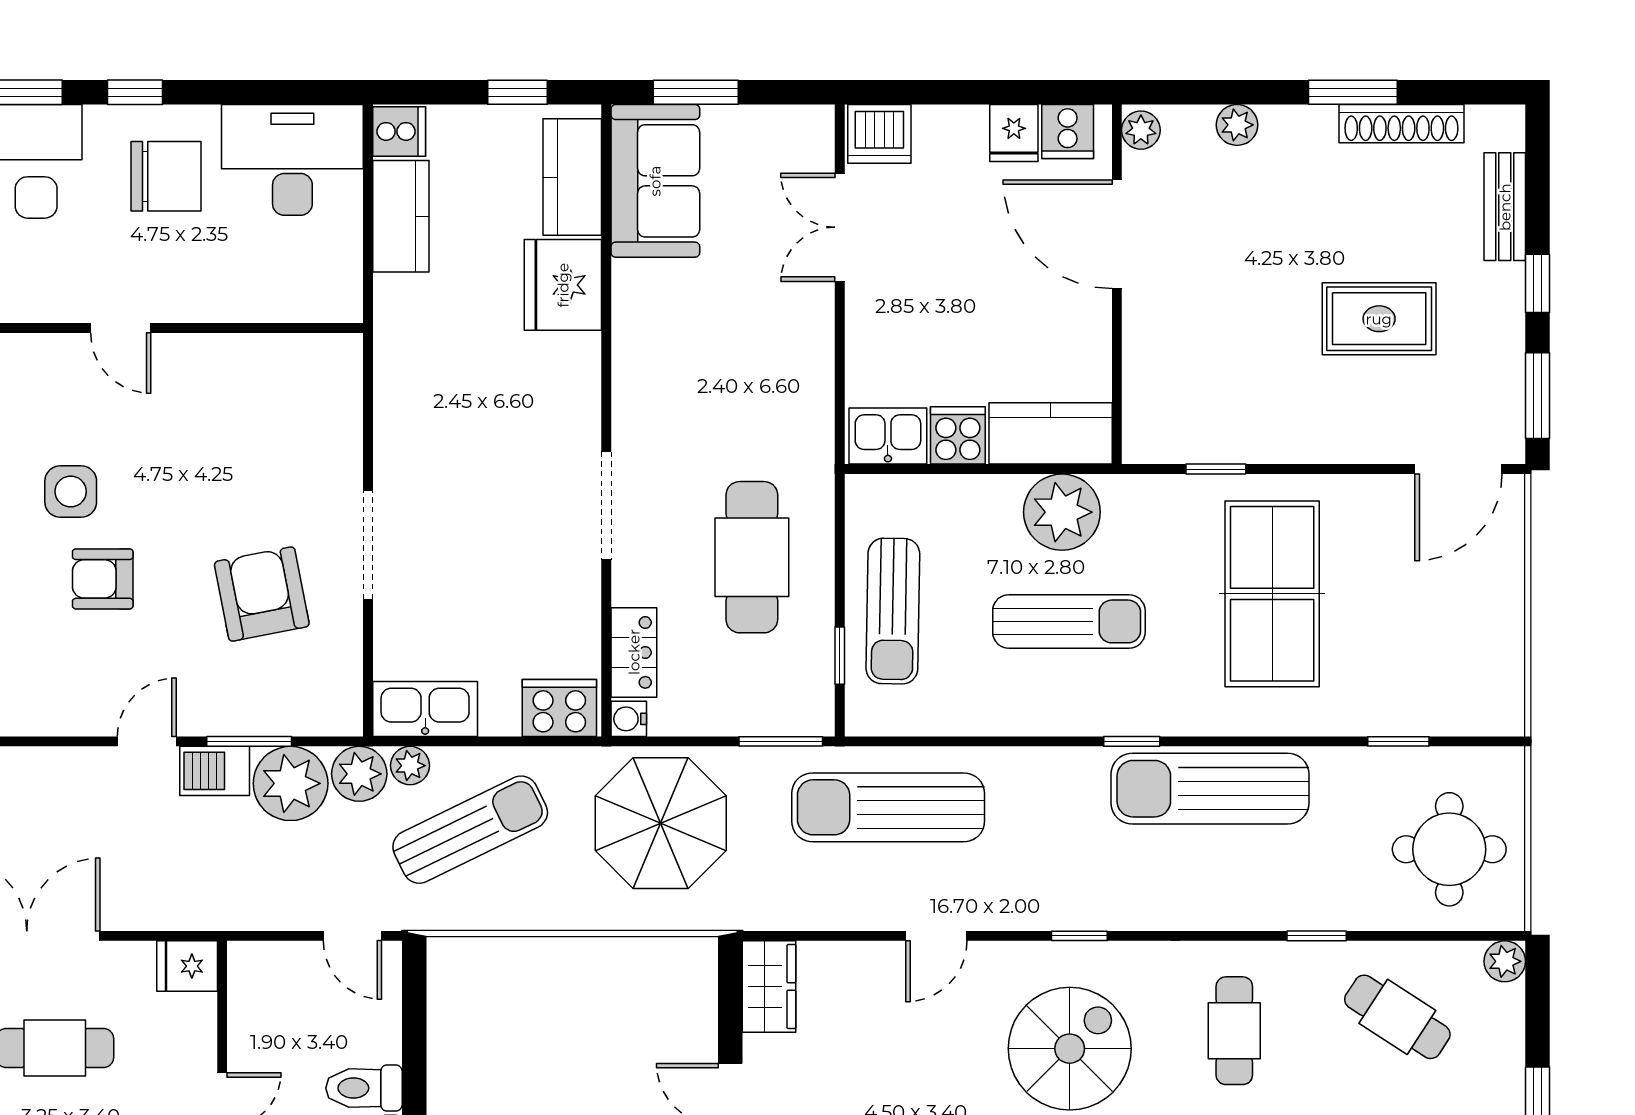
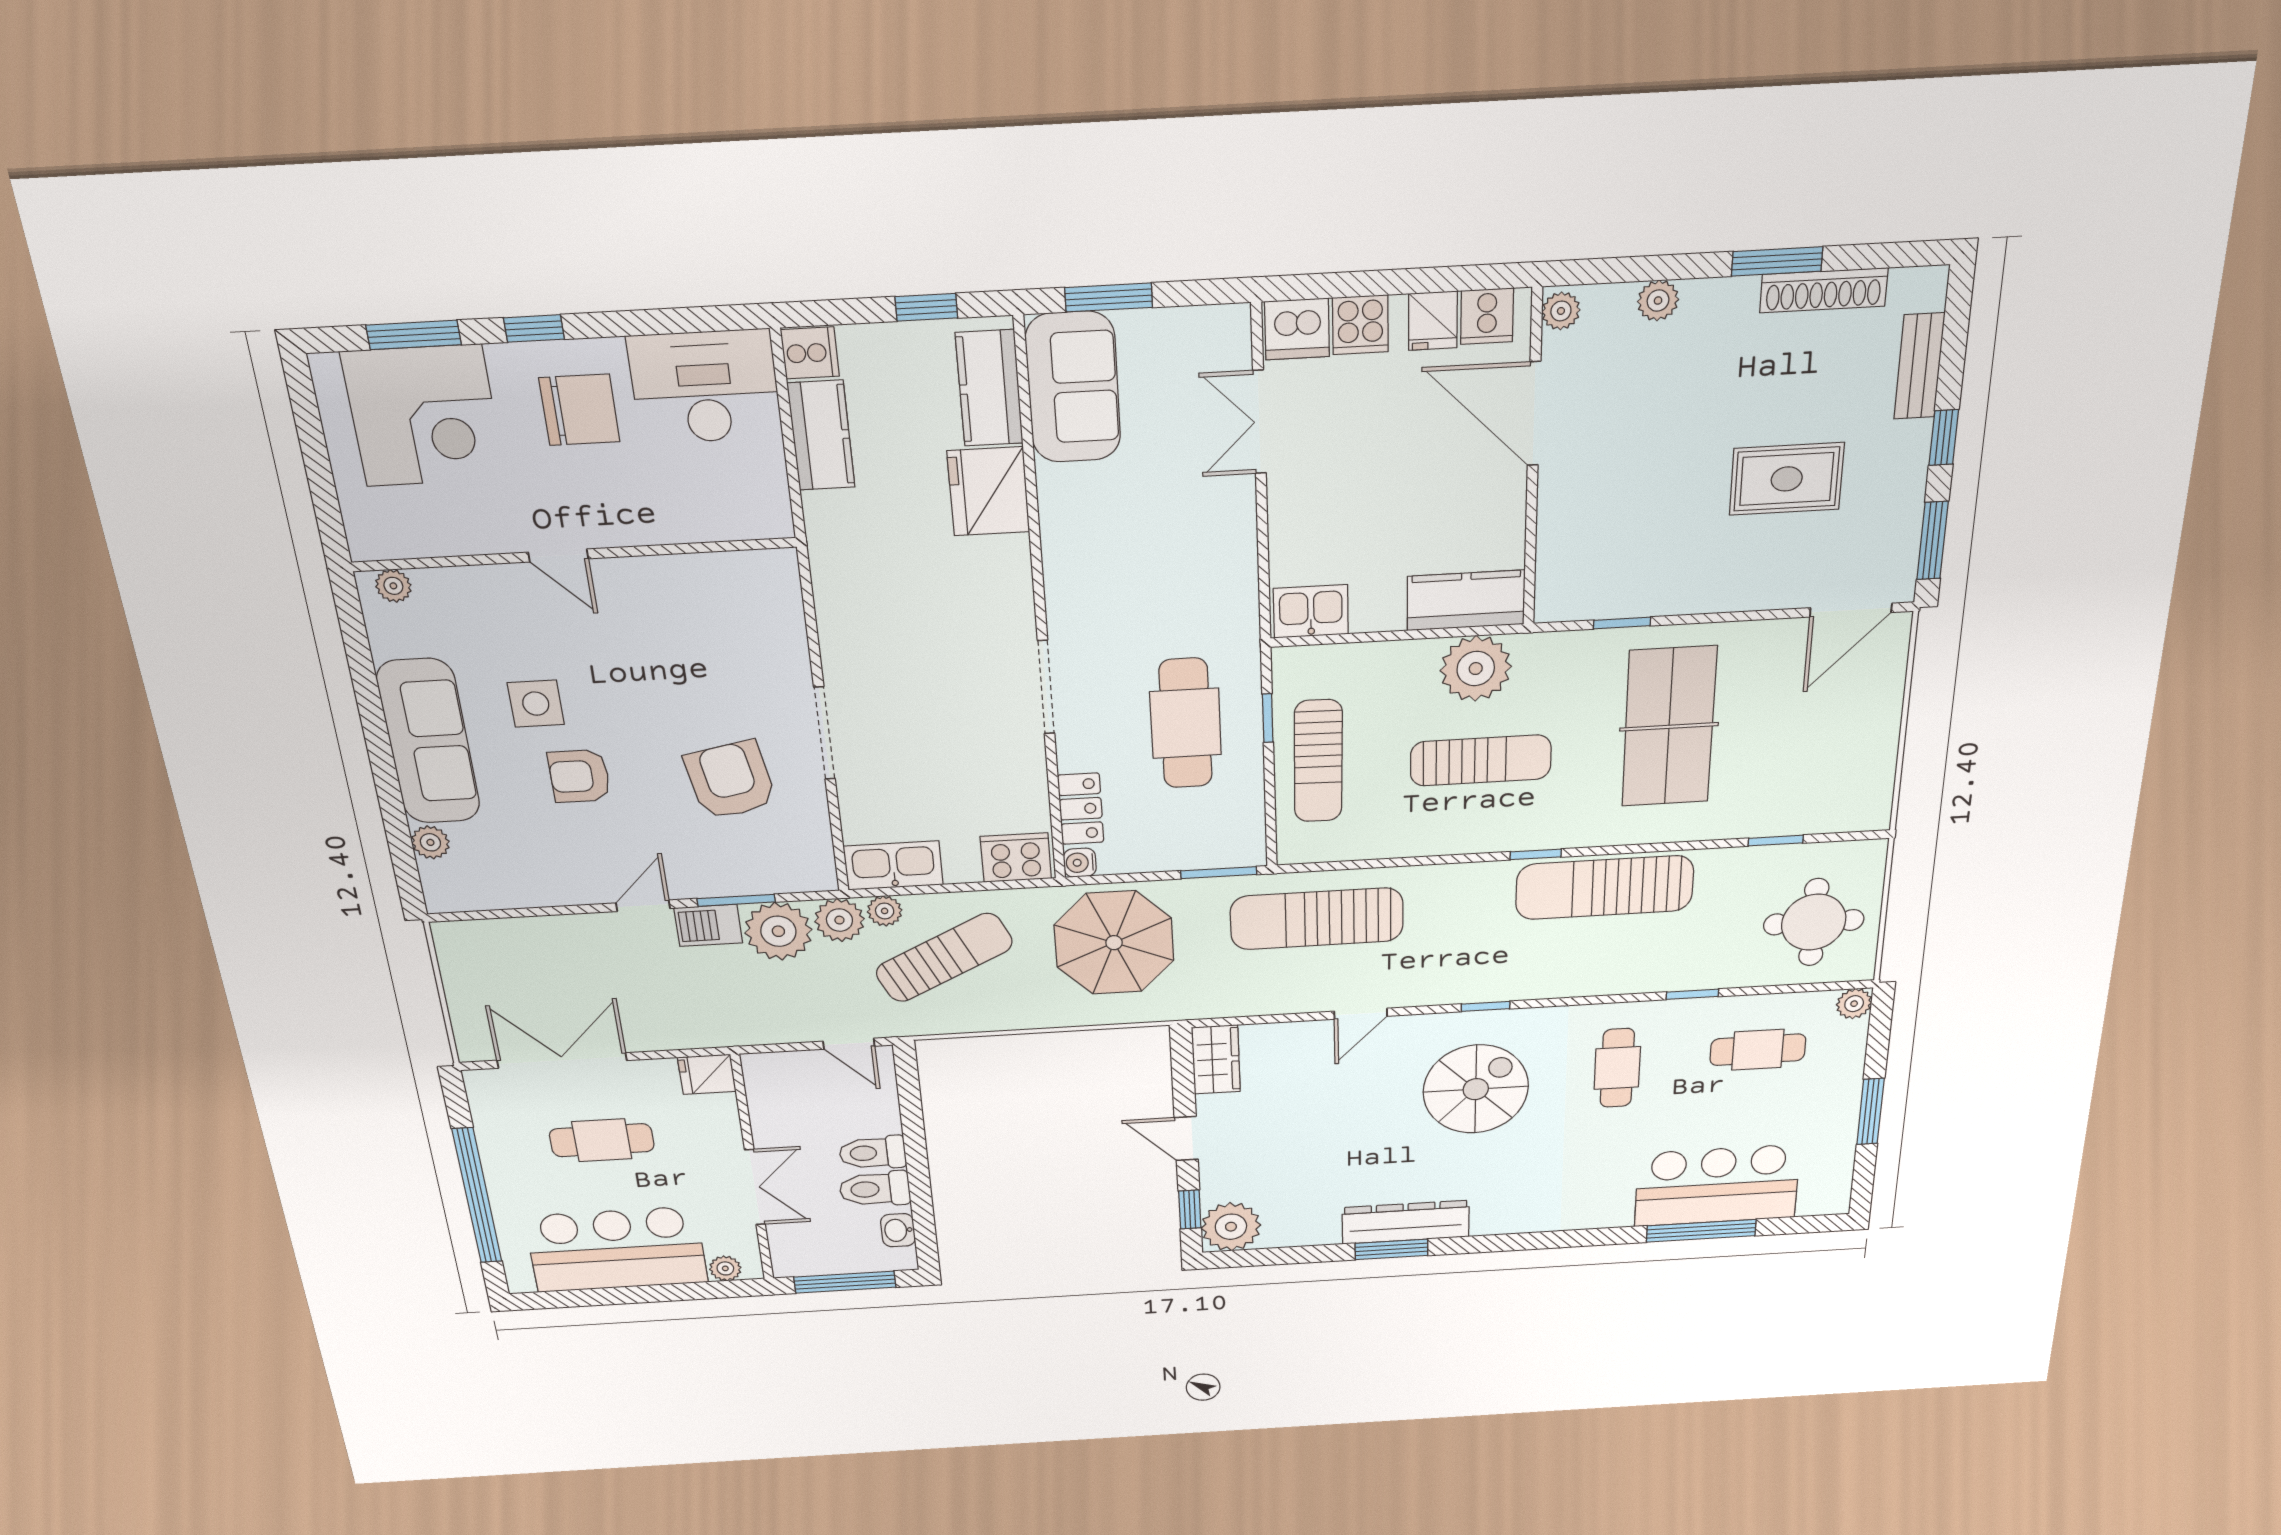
cooker: (958, 435) -> (1360, 325), moved, turned 180
window: (840, 656) -> (1268, 718), moved
cafe table: (1397, 1017) -> (1758, 1050), turned -33

